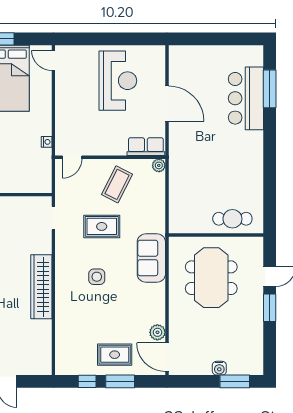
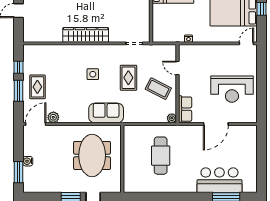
door: (72, 157) -> (178, 68), moved
cafe table: (232, 219) -> (161, 156), moved, width x1.37, depth x1.35
meeting table: (211, 278) -> (92, 155), turned 90

